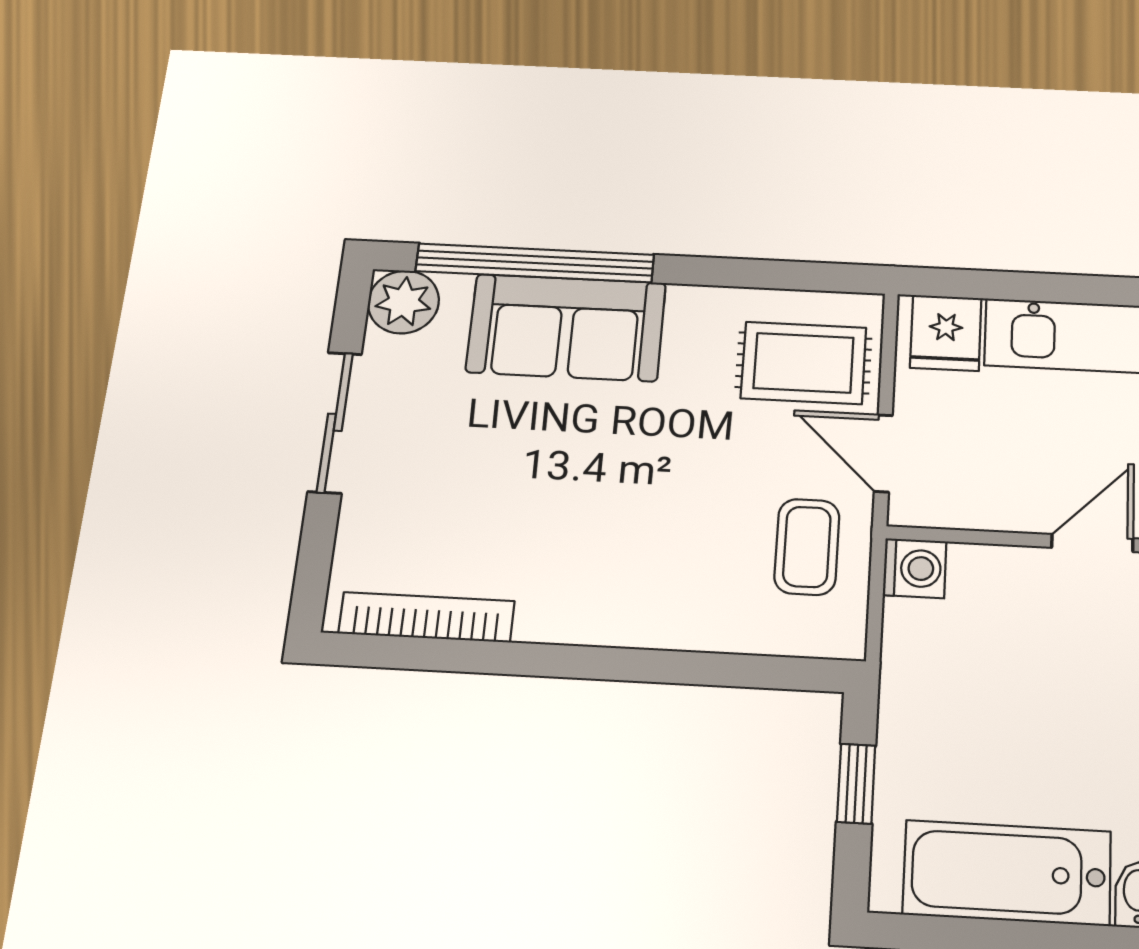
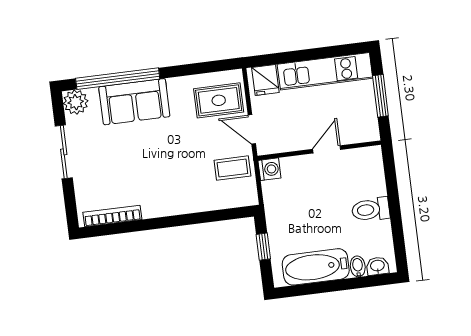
coffee table: (807, 547) -> (232, 168), turned 90

